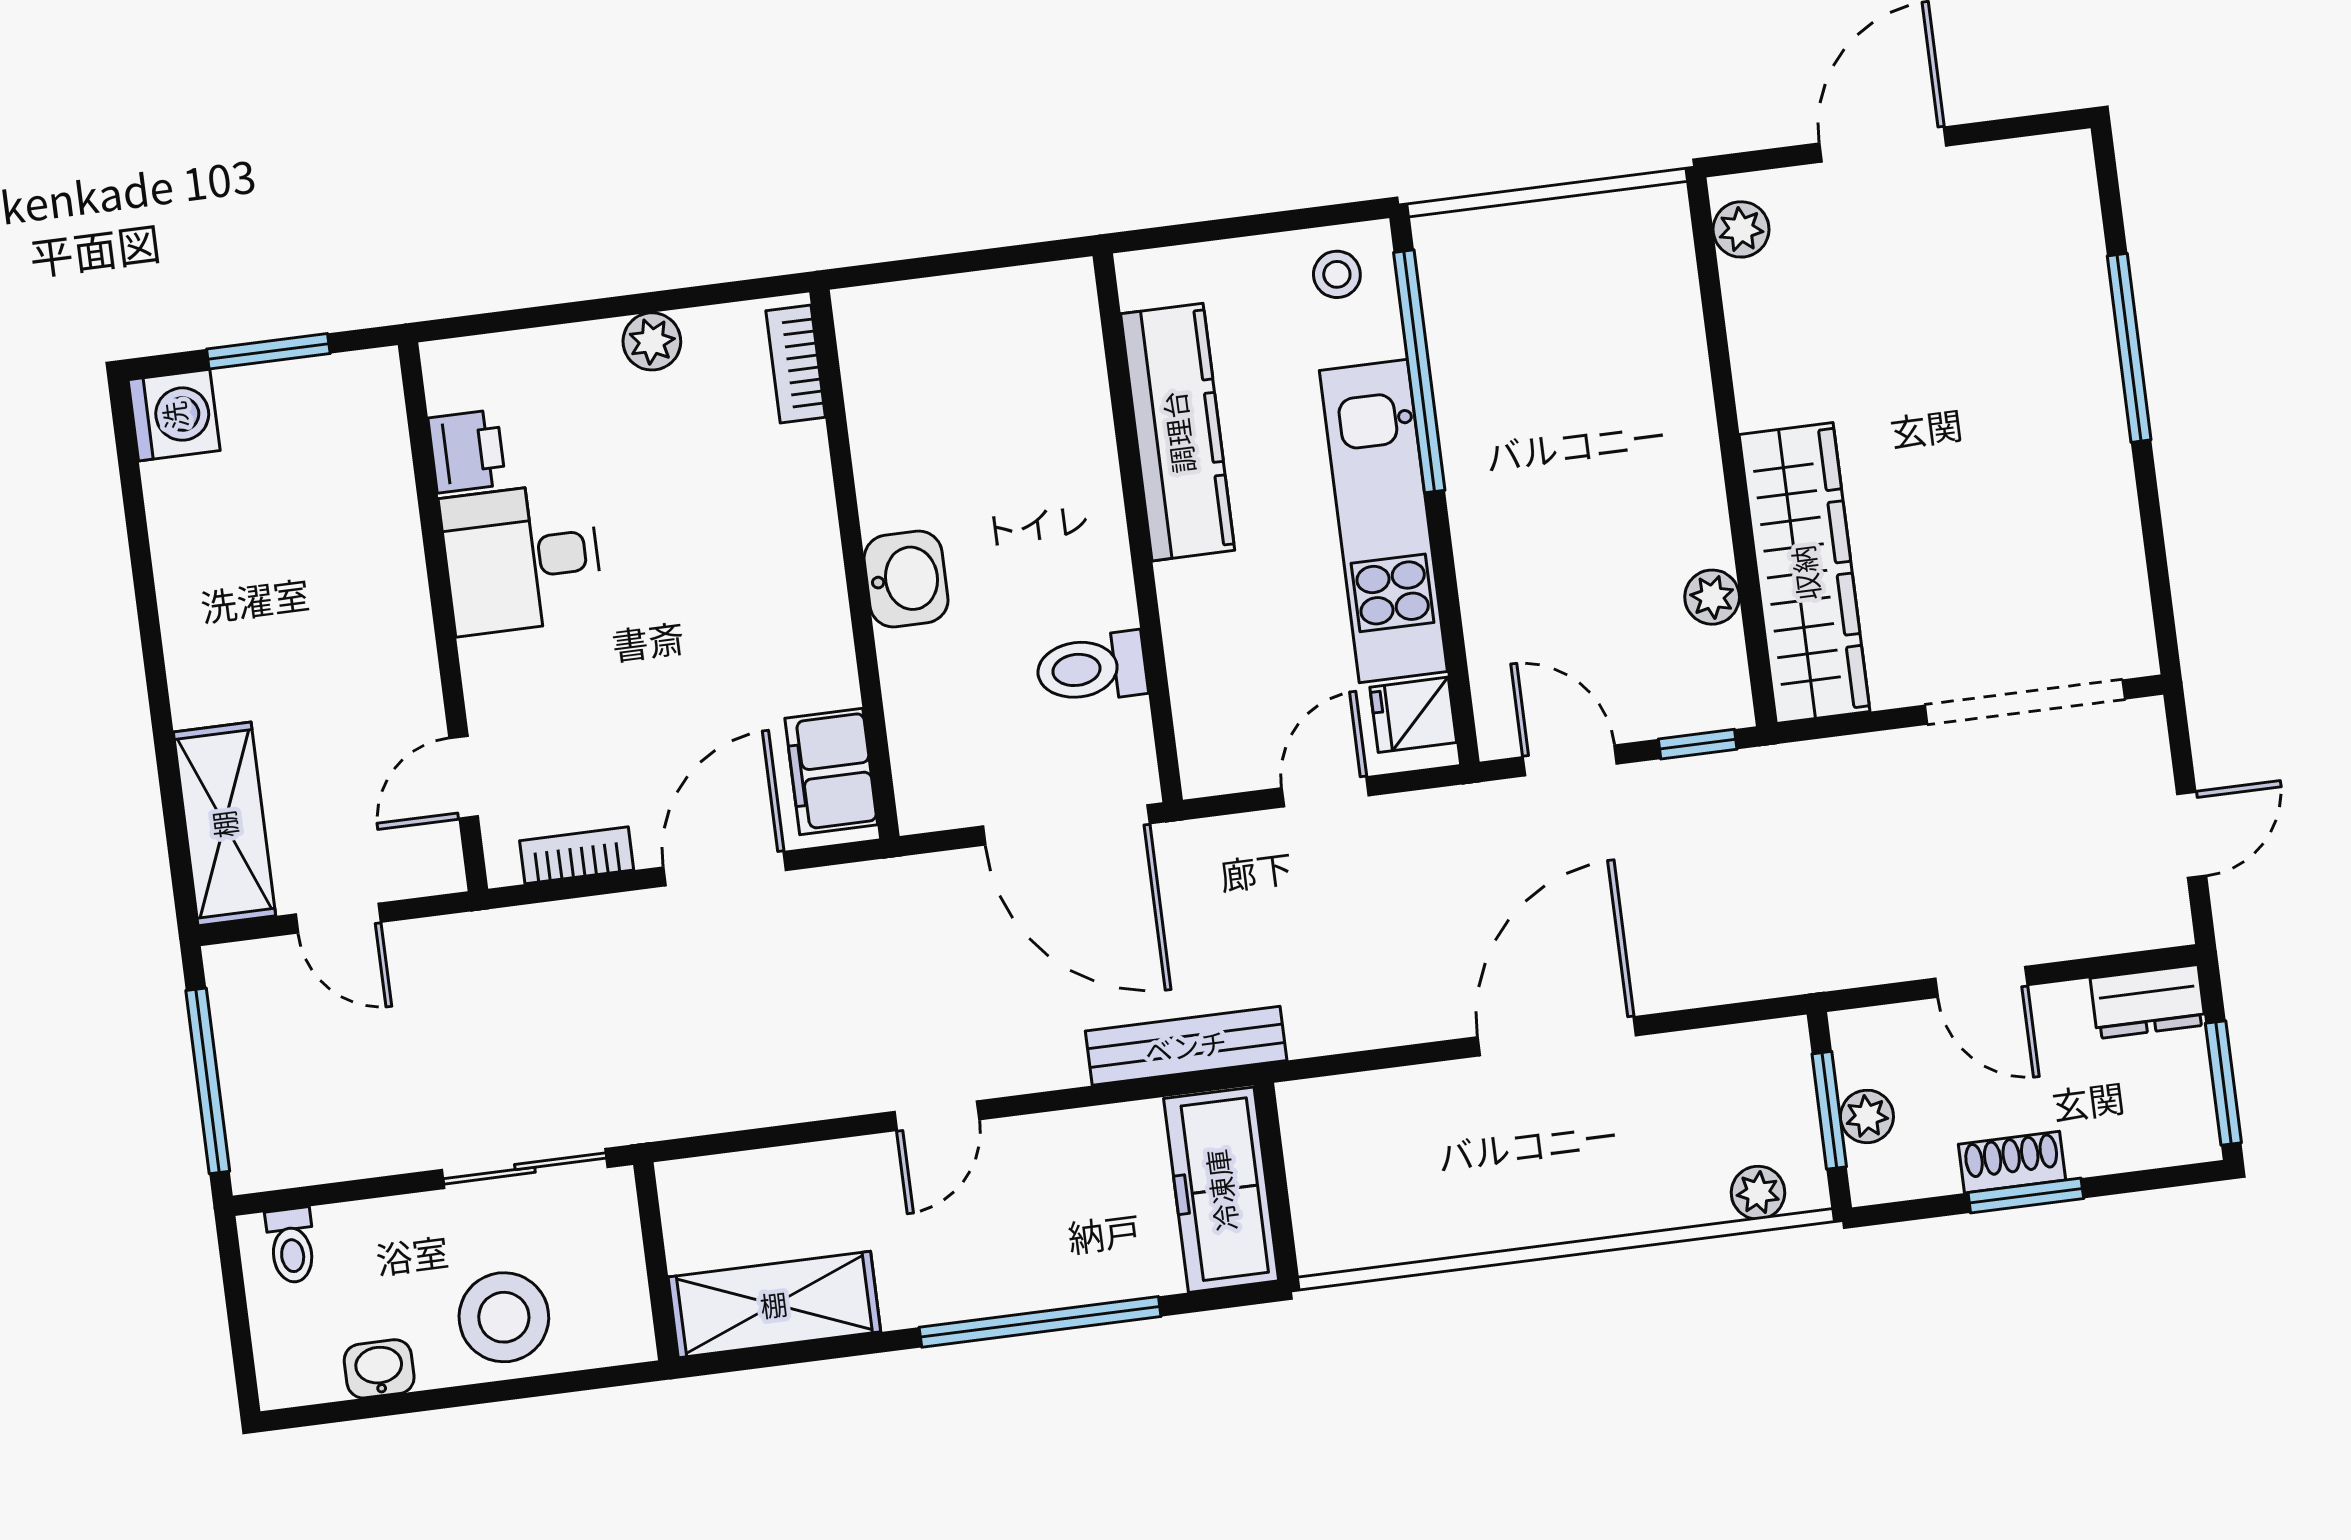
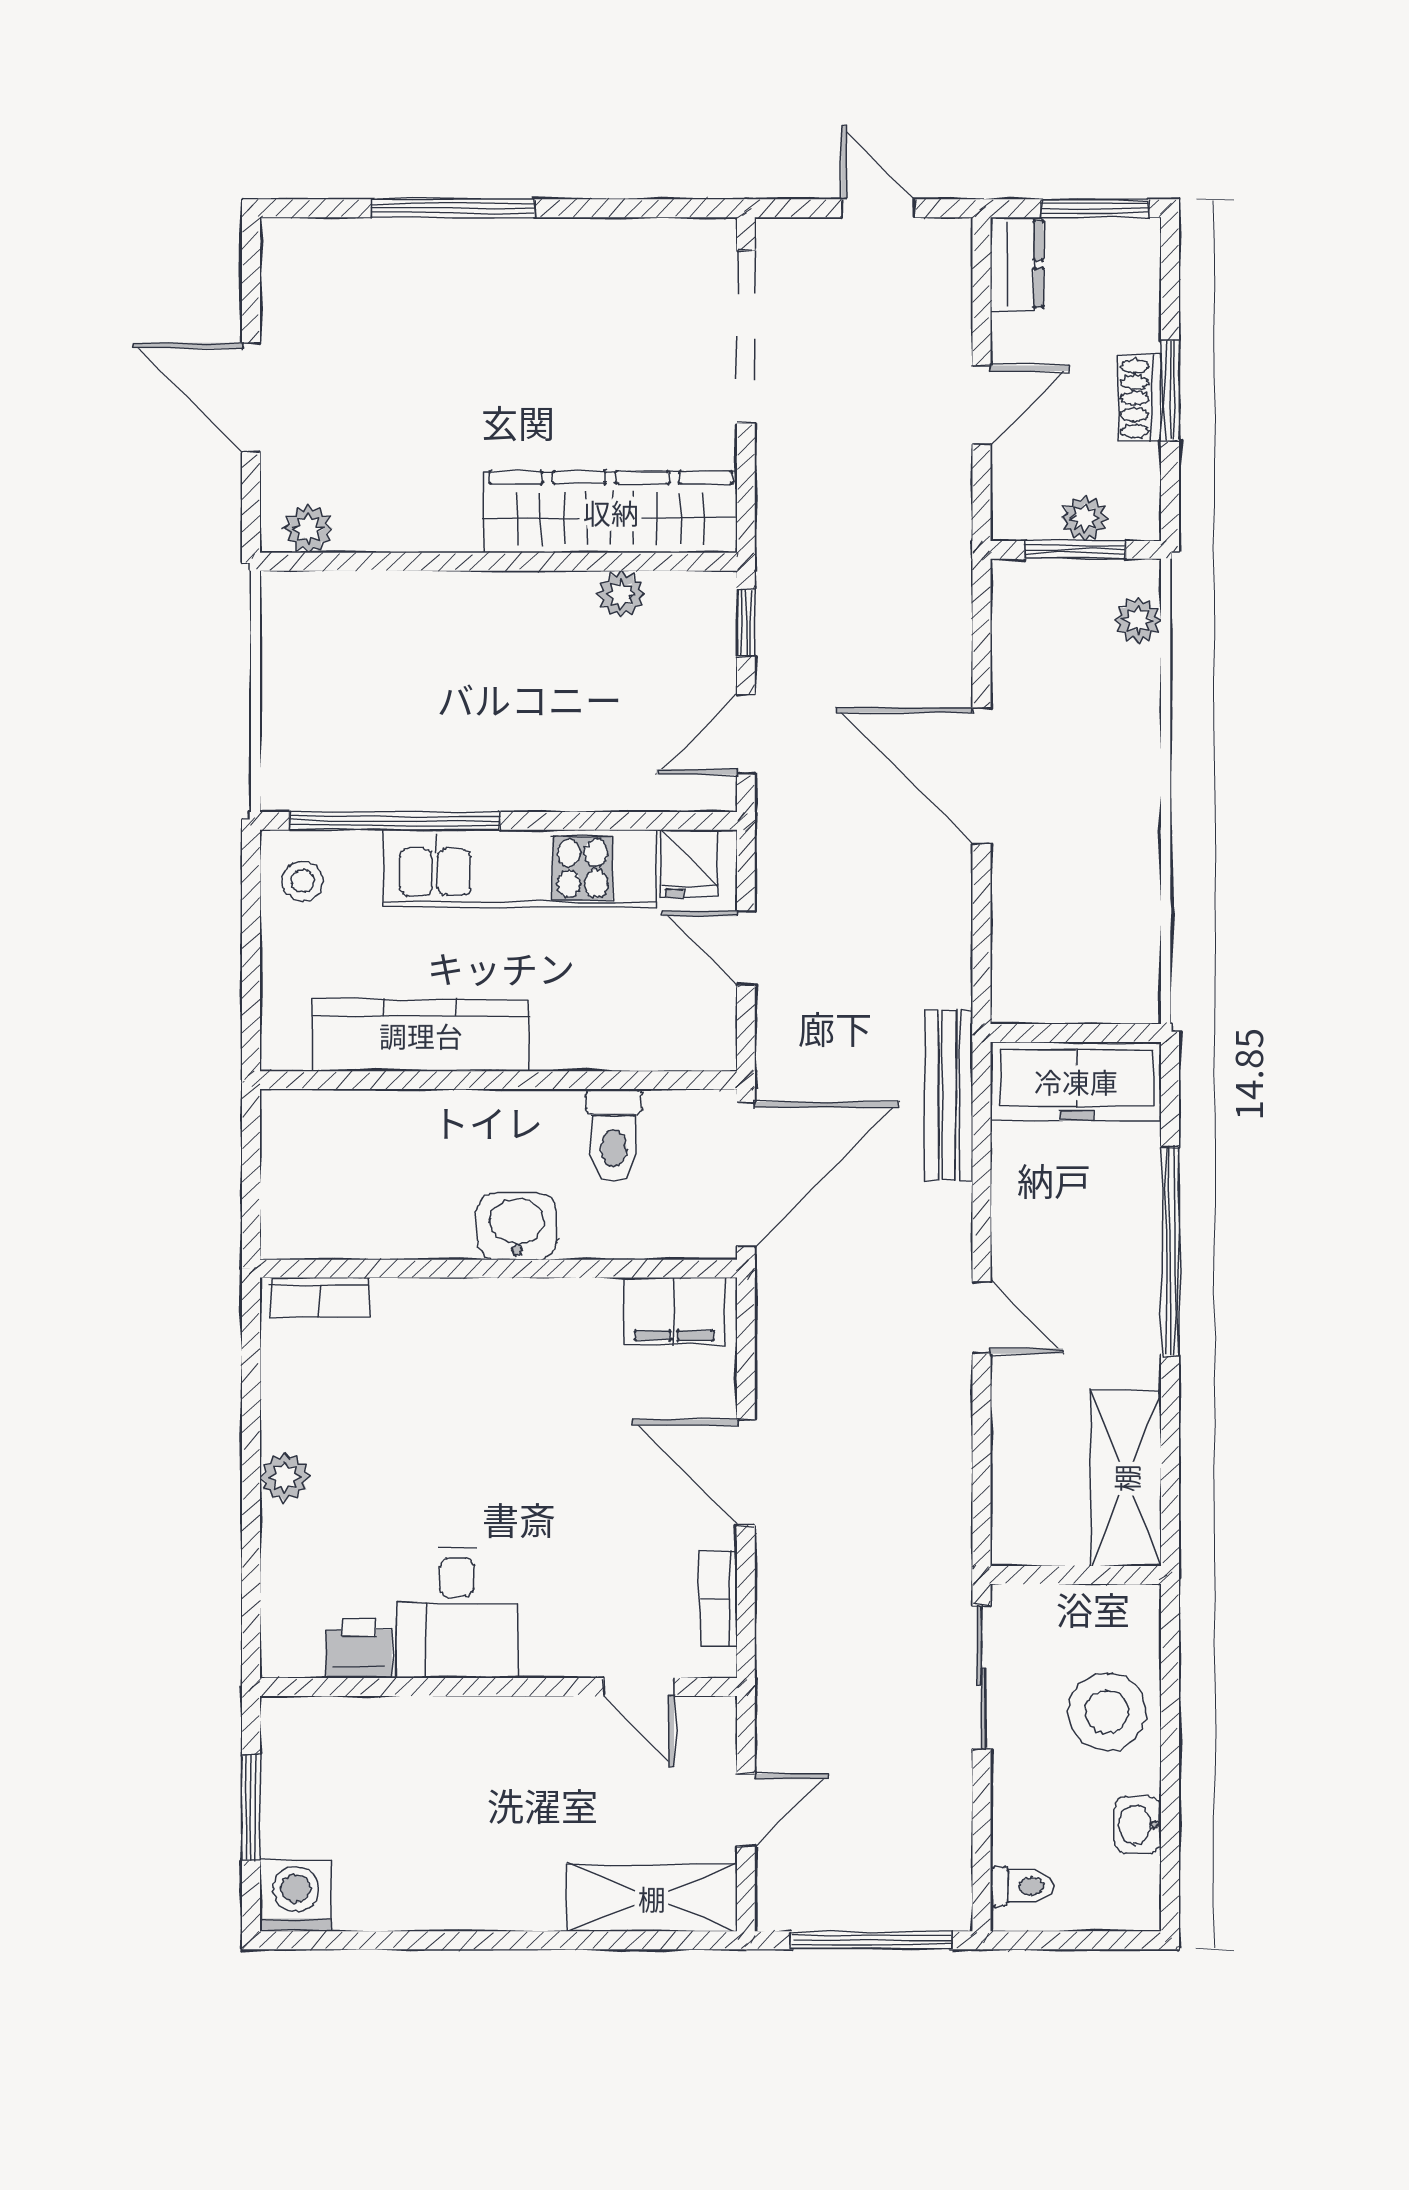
bookcase: (796, 364) -> (320, 1297), moved
wall: (854, 564) -> (498, 1269), moved
washbasin: (906, 579) -> (517, 1226), moved
filing cabinet: (831, 772) -> (674, 1311), moved

